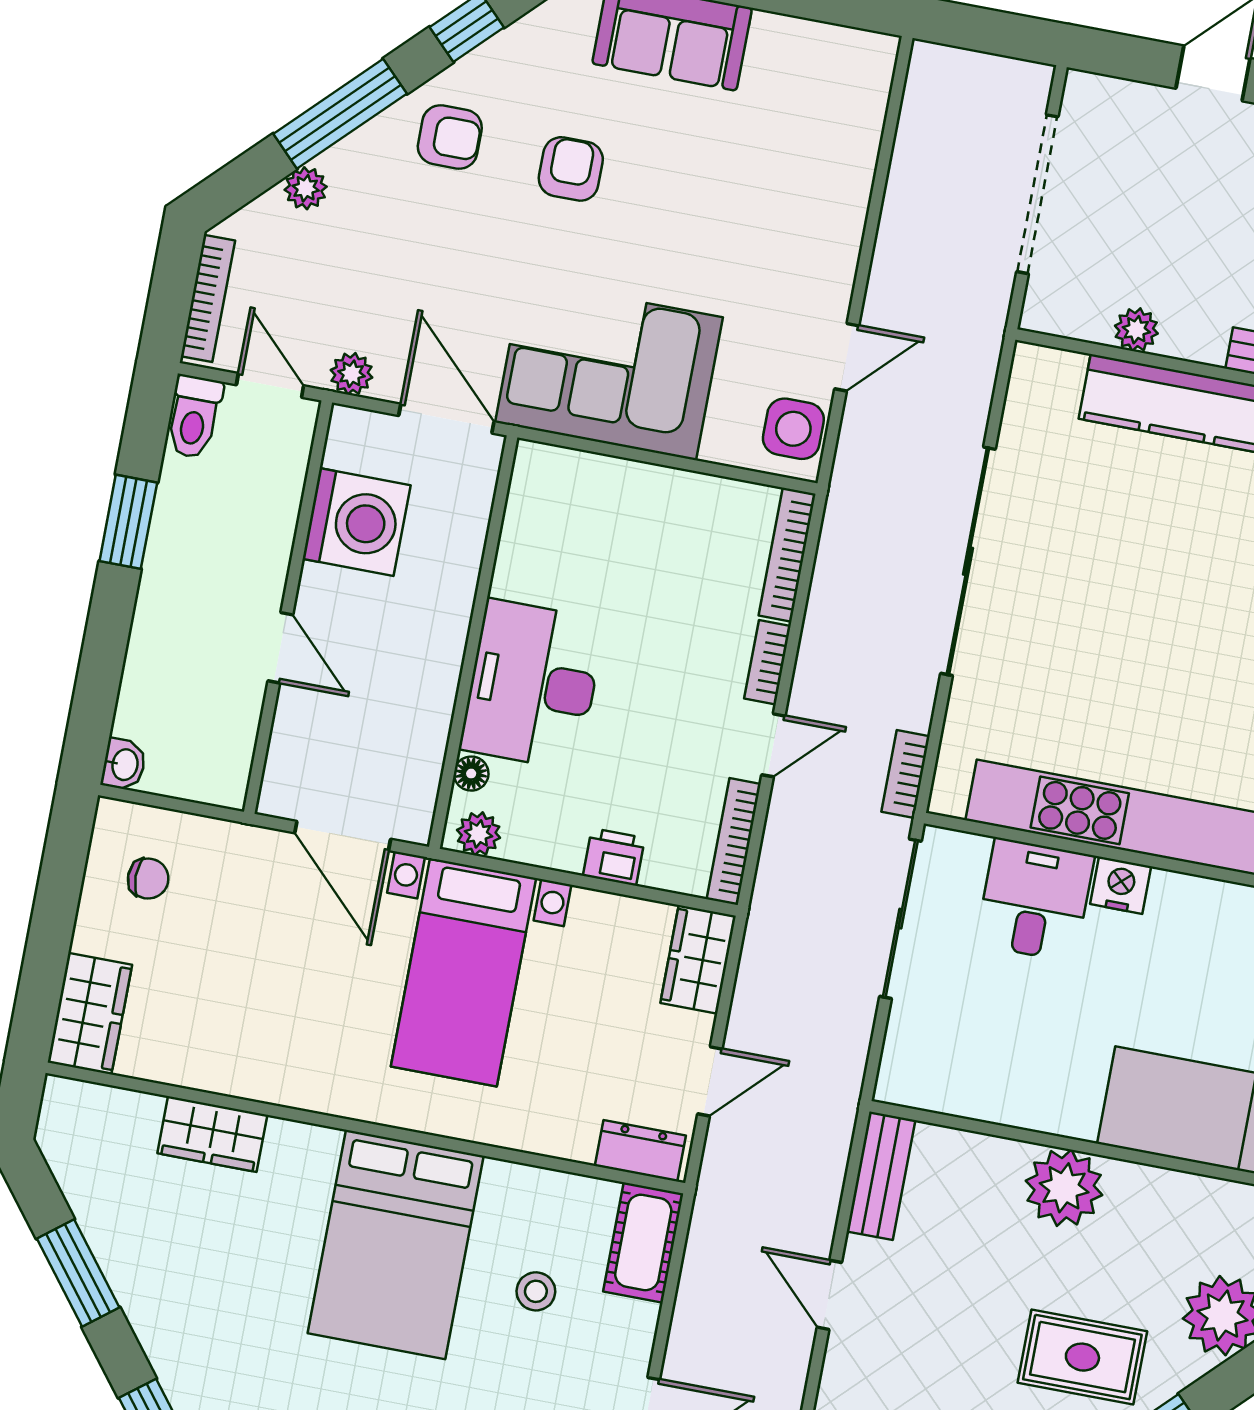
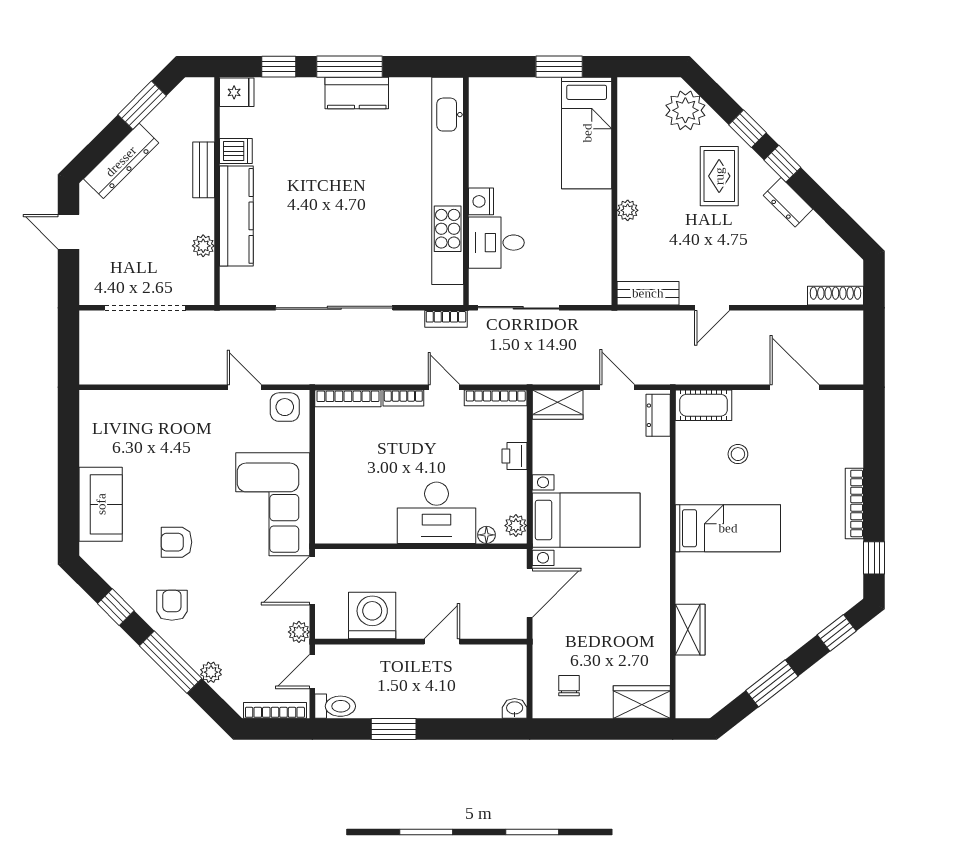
plant: (1064, 1188) -> (628, 210), width x0.53, depth x0.53
bed: (396, 1244) -> (728, 528), width x0.67

